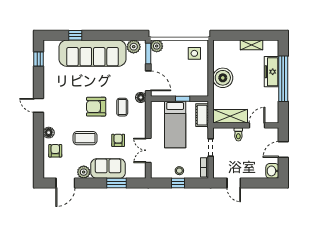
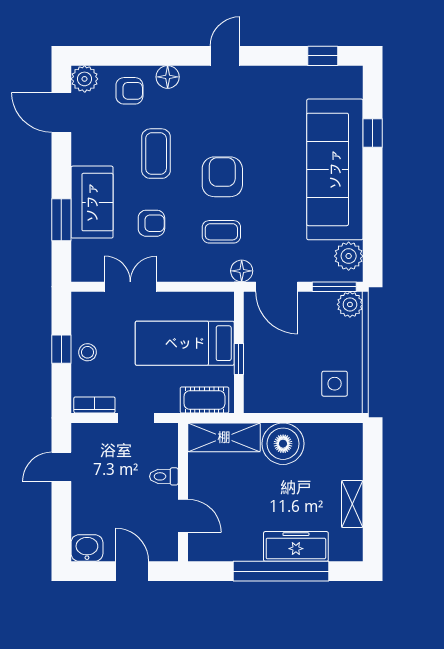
door: (148, 81) -> (277, 287), hinge flipped
shelving: (230, 116) -> (224, 437), moved, turned 90
plant: (84, 172) -> (85, 79), moved

